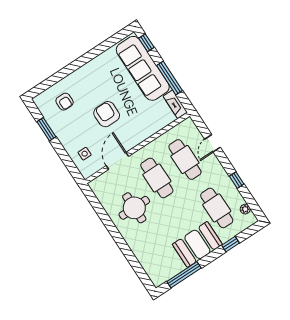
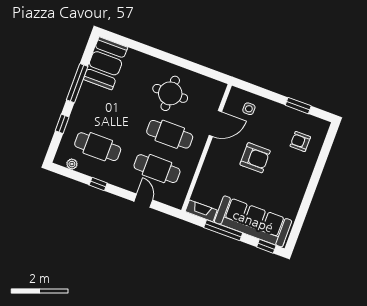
door: (117, 161) -> (215, 124), hinge flipped
booth: (197, 244) -> (105, 63), moved
window: (184, 275) -> (77, 83), moved

